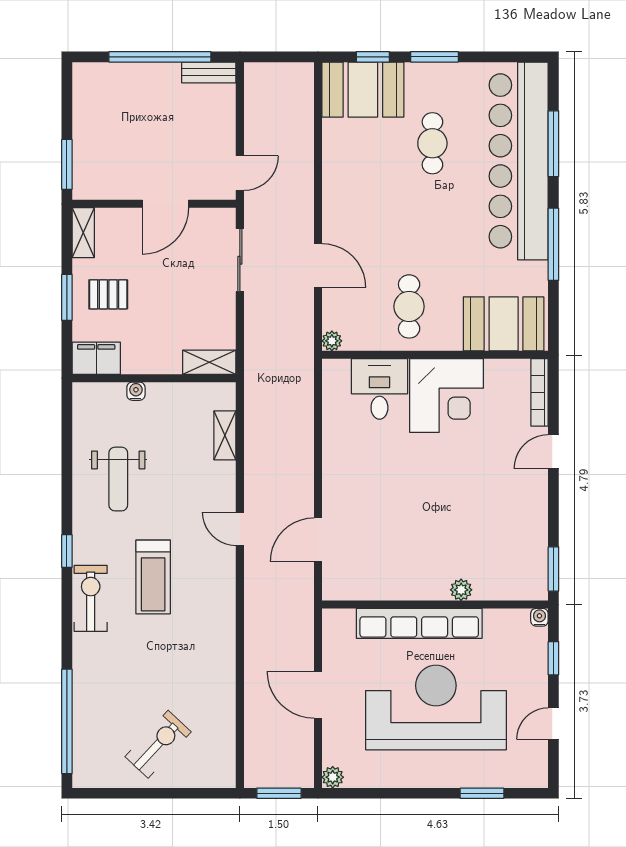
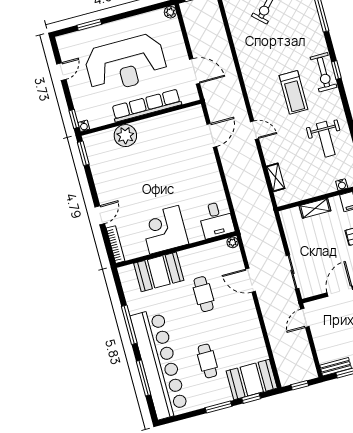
window: (281, 57) -> (300, 385), added
cafe table: (409, 306) -> (204, 294), moved
booth: (504, 324) -> (159, 272), moved
shelving: (209, 362) -> (315, 208), moved
desk: (379, 389) -> (216, 220), moved
water cooler: (136, 391) -> (342, 185), moved
weight bench: (118, 479) -> (326, 139), turned 180
window: (67, 551) -> (336, 70), moved
treadmill: (153, 577) -> (294, 92), turned 180
plant: (461, 590) -> (125, 136), width x1.87, depth x1.87
window: (553, 658) -> (74, 119), moved
door: (318, 695) -> (195, 71), moved

